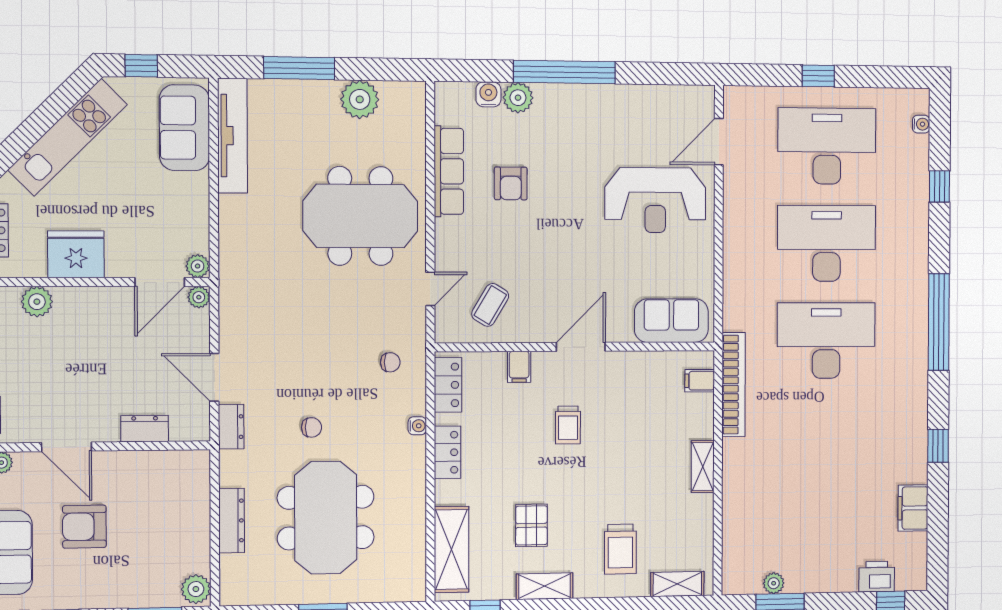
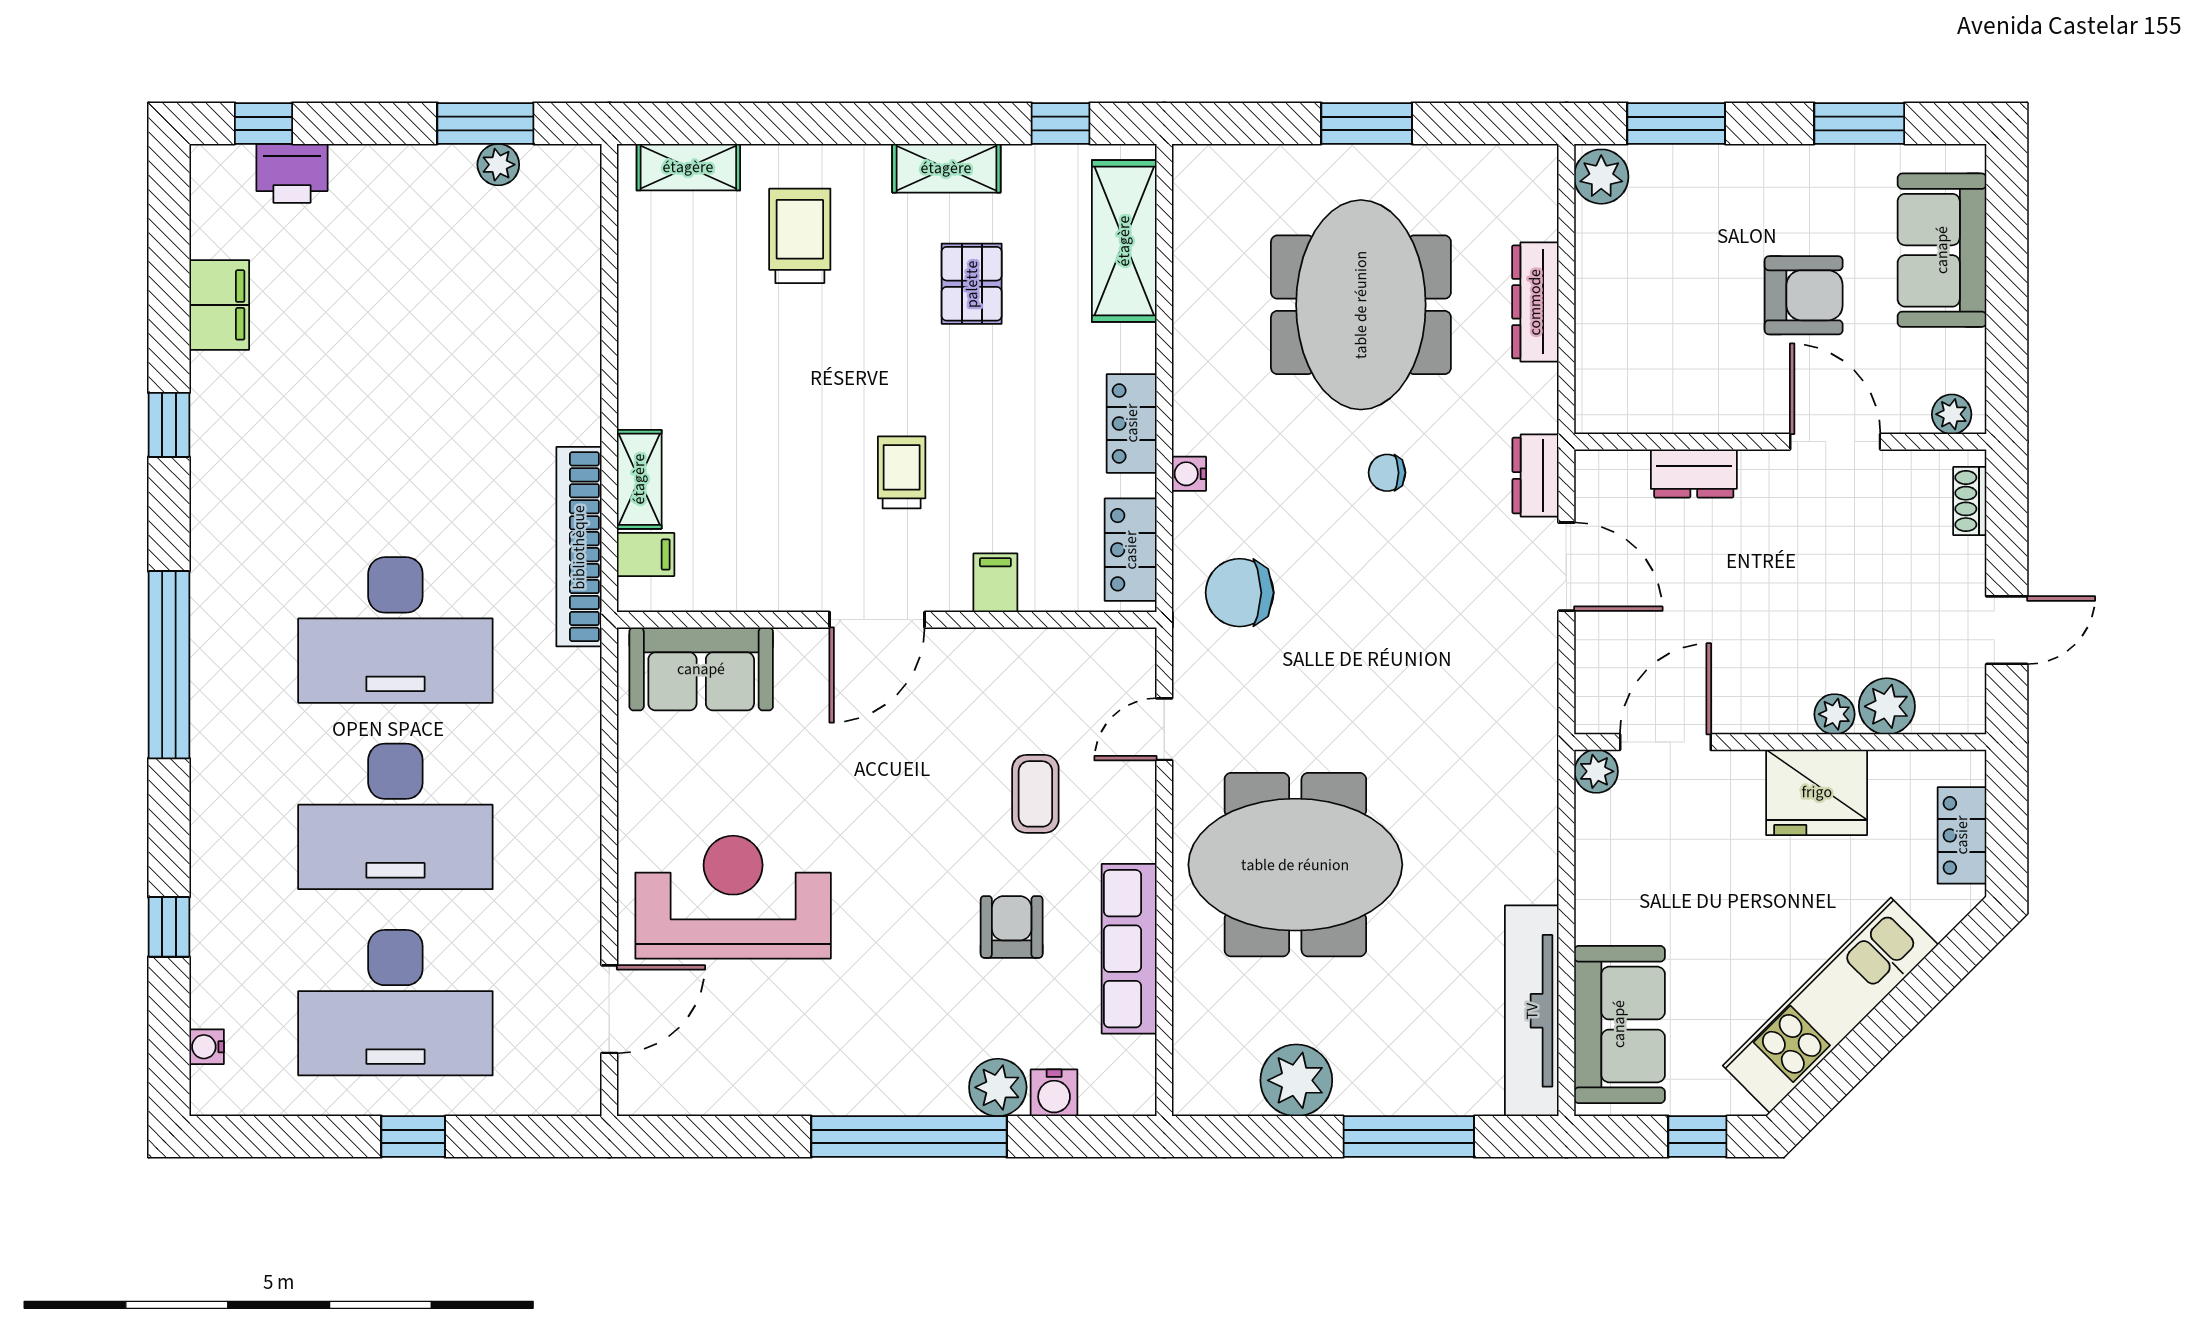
plant: (199, 297) -> (1835, 714), moved
coffee table: (490, 305) -> (1035, 794), moved, turned -31
chair: (390, 362) -> (1240, 593), width x1.87, depth x1.87
shelving: (703, 467) -> (639, 479), moved

